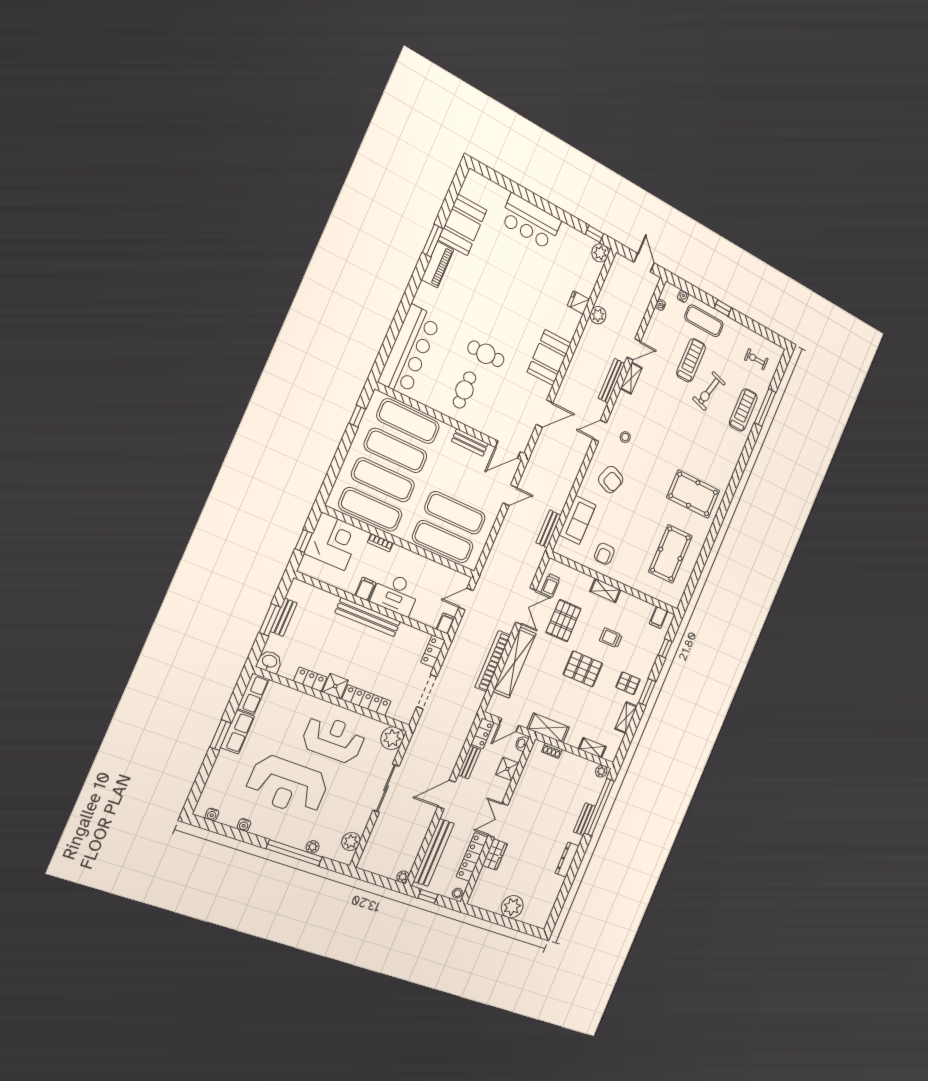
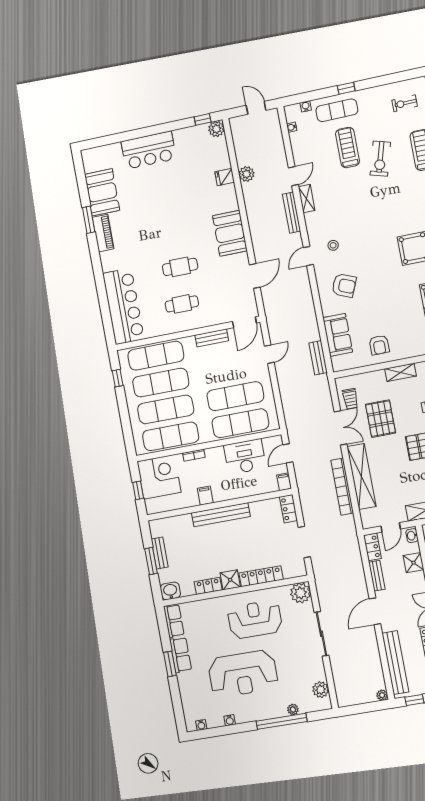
cafe table: (464, 390) -> (182, 304), turned 90
desk: (396, 594) -> (245, 457), moved, turned 180

